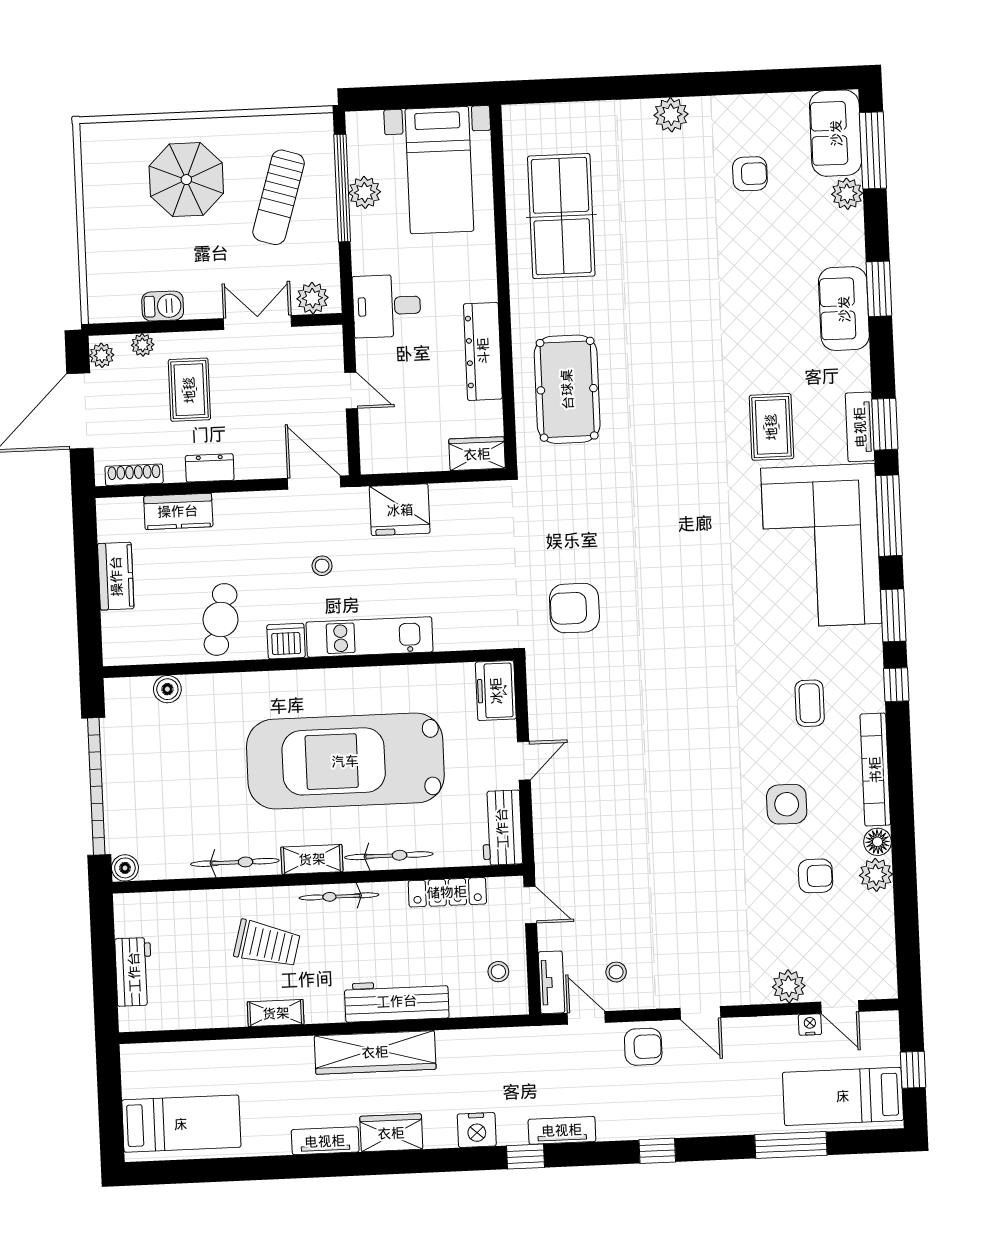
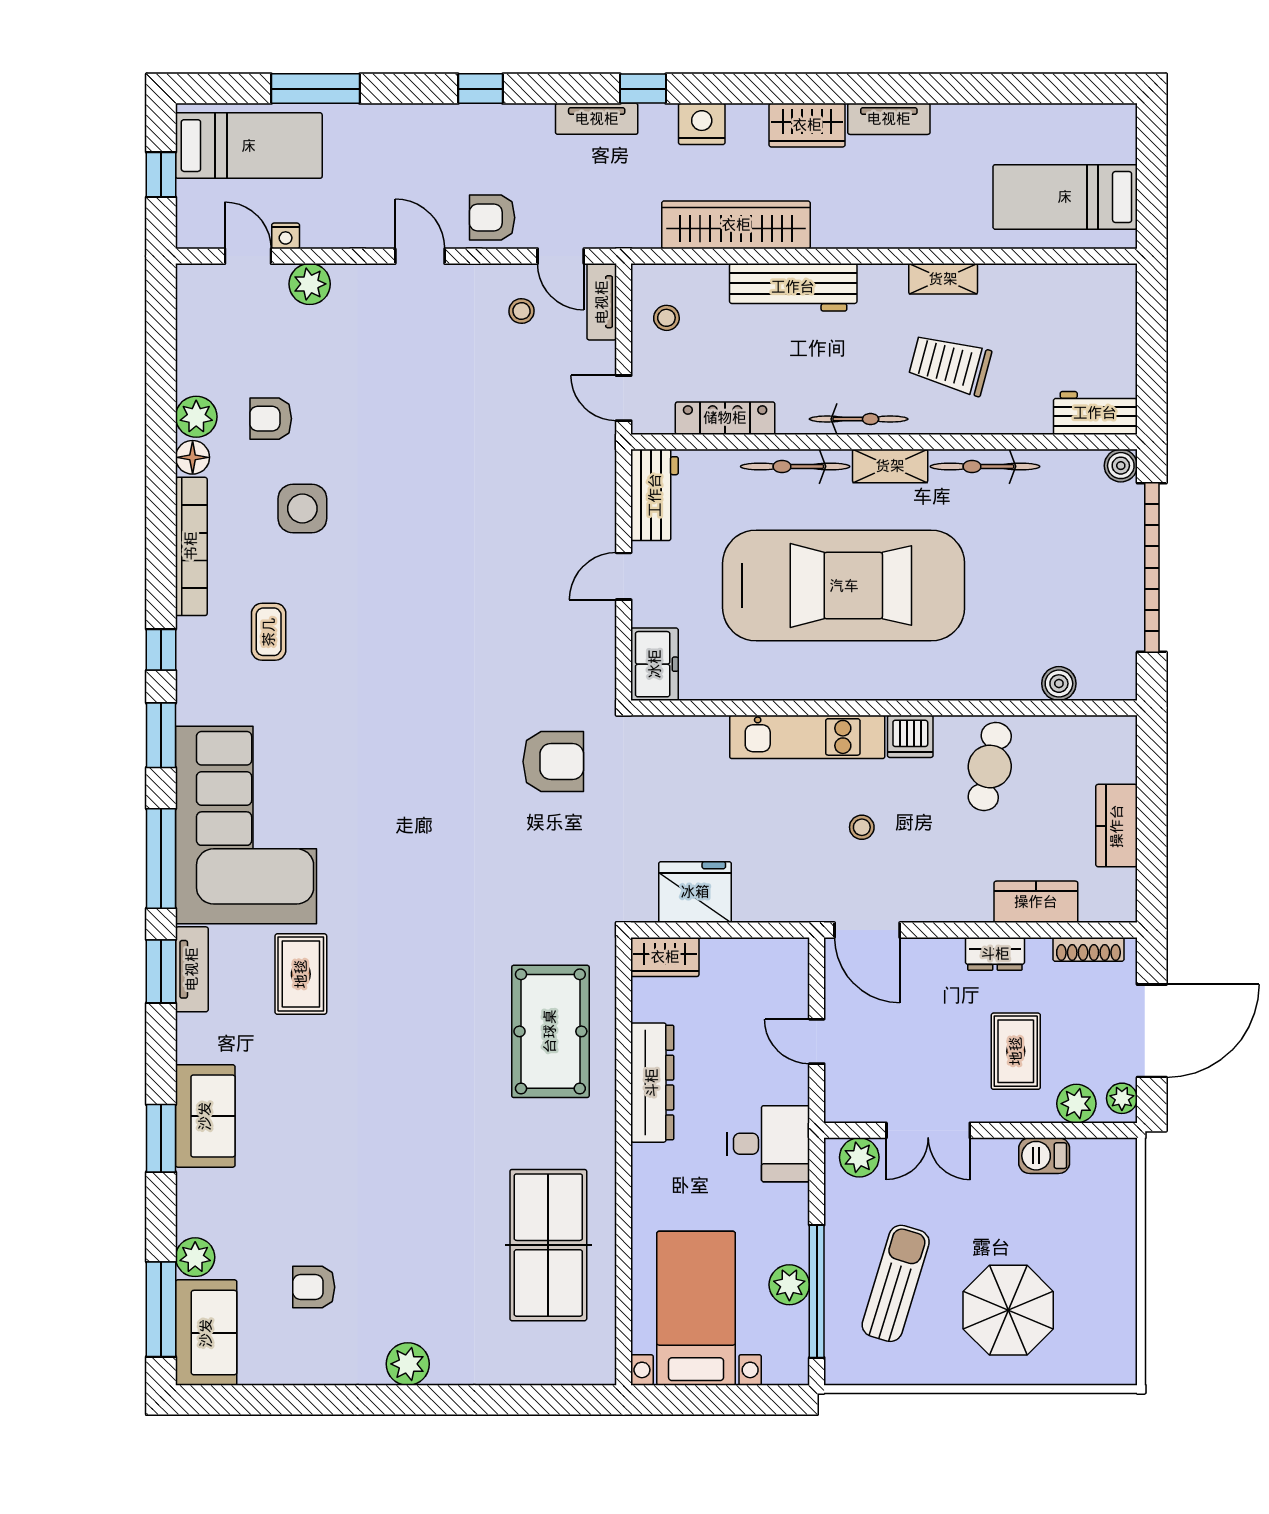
plant: (143, 345) -> (1076, 1104), width x1.38, depth x1.38
fridge: (400, 510) -> (695, 892), moved
workbench: (134, 972) -> (1095, 413), moved, turned 90
wardrobe: (375, 1052) -> (736, 225), moved
bed: (181, 1124) -> (1065, 197), moved

